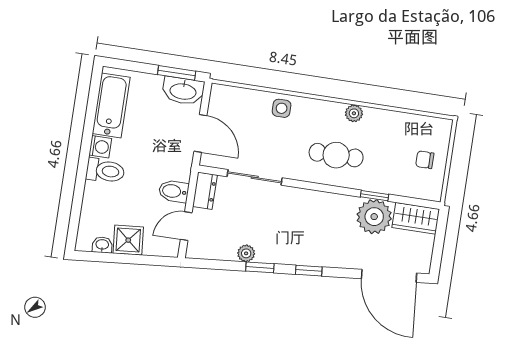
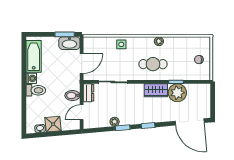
door: (200, 133) -> (82, 64), hinge flipped
wardrobe: (416, 218) -> (156, 90), moved

